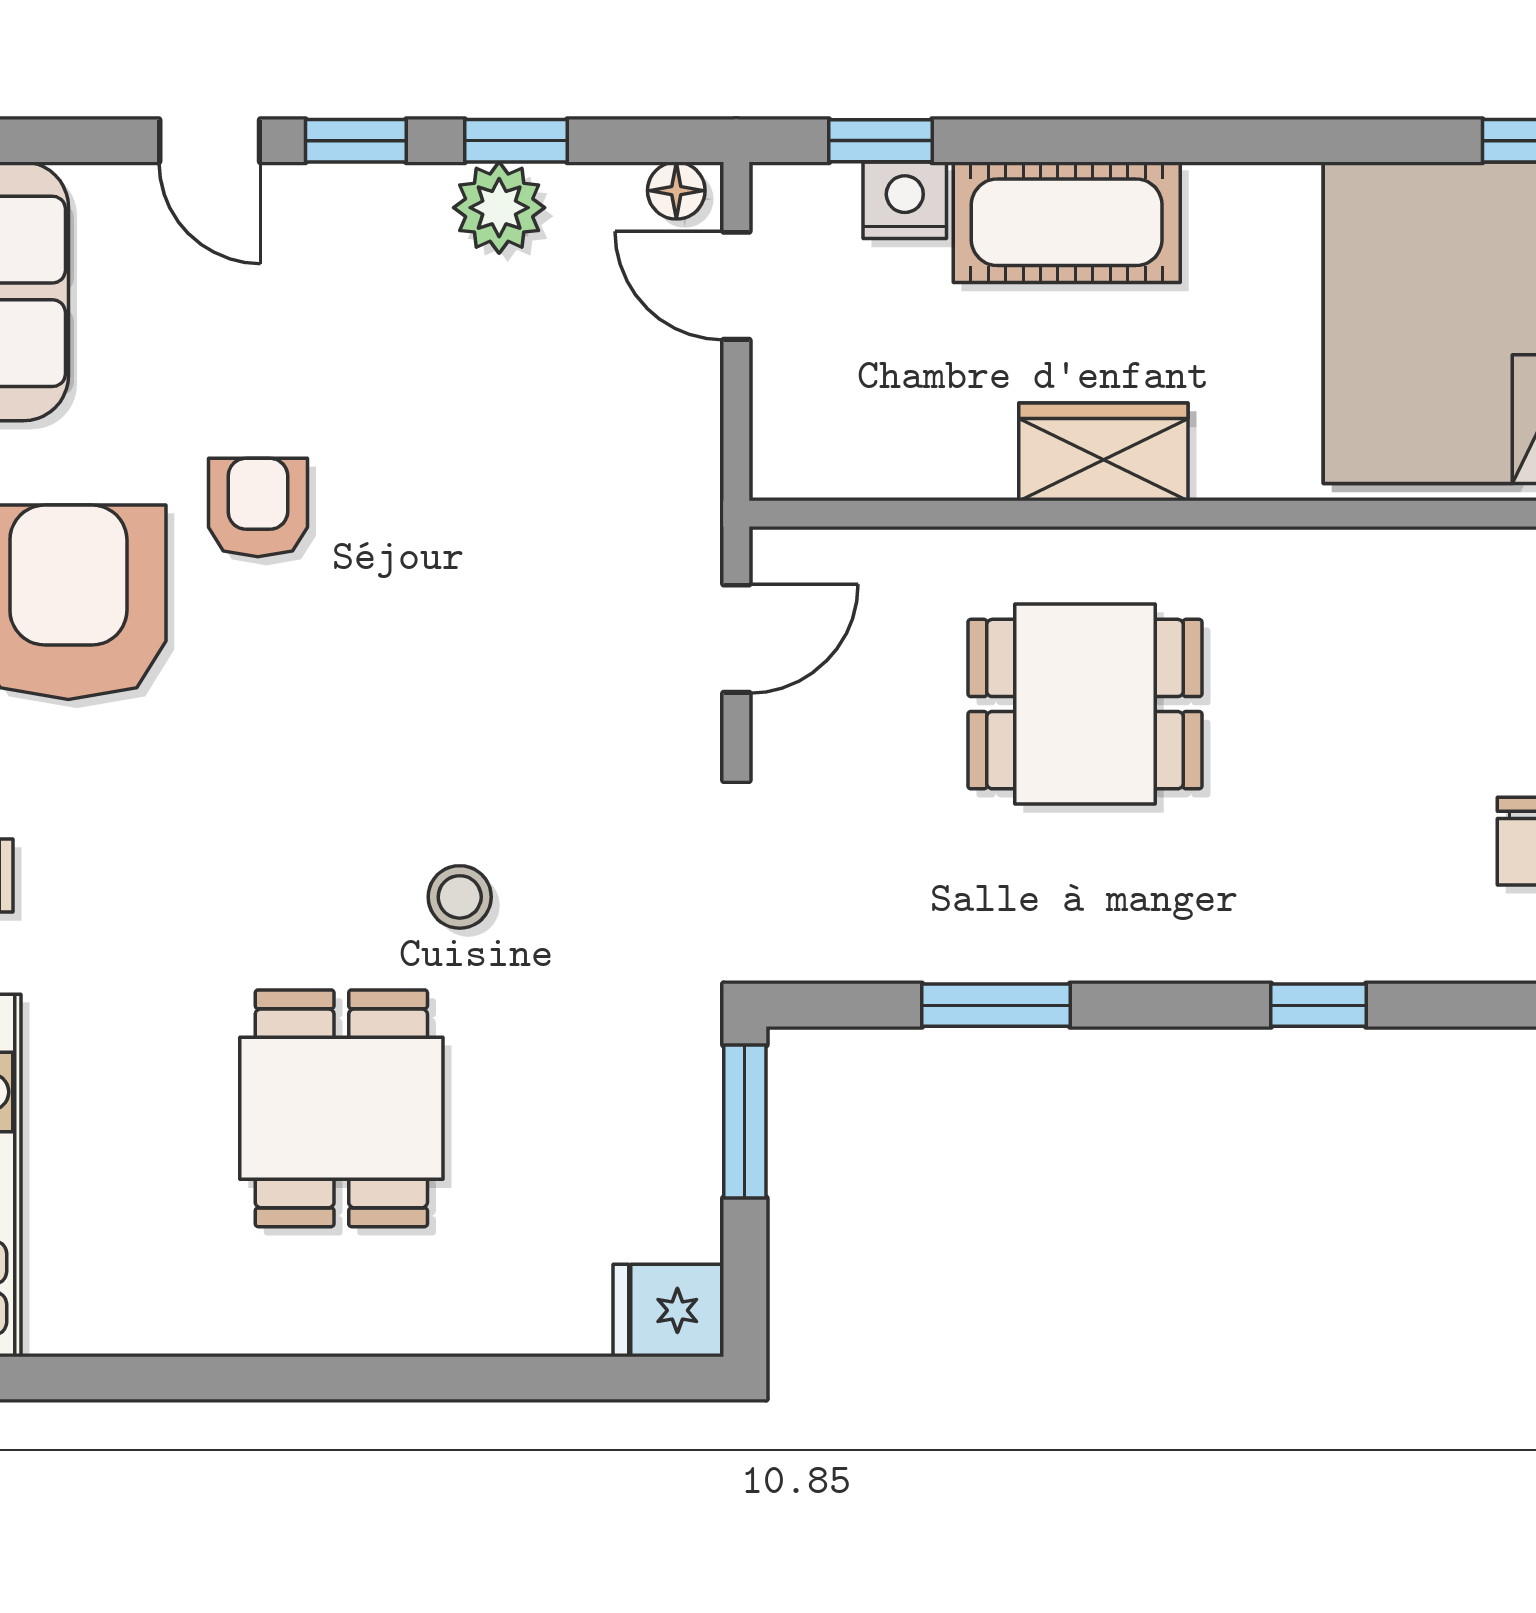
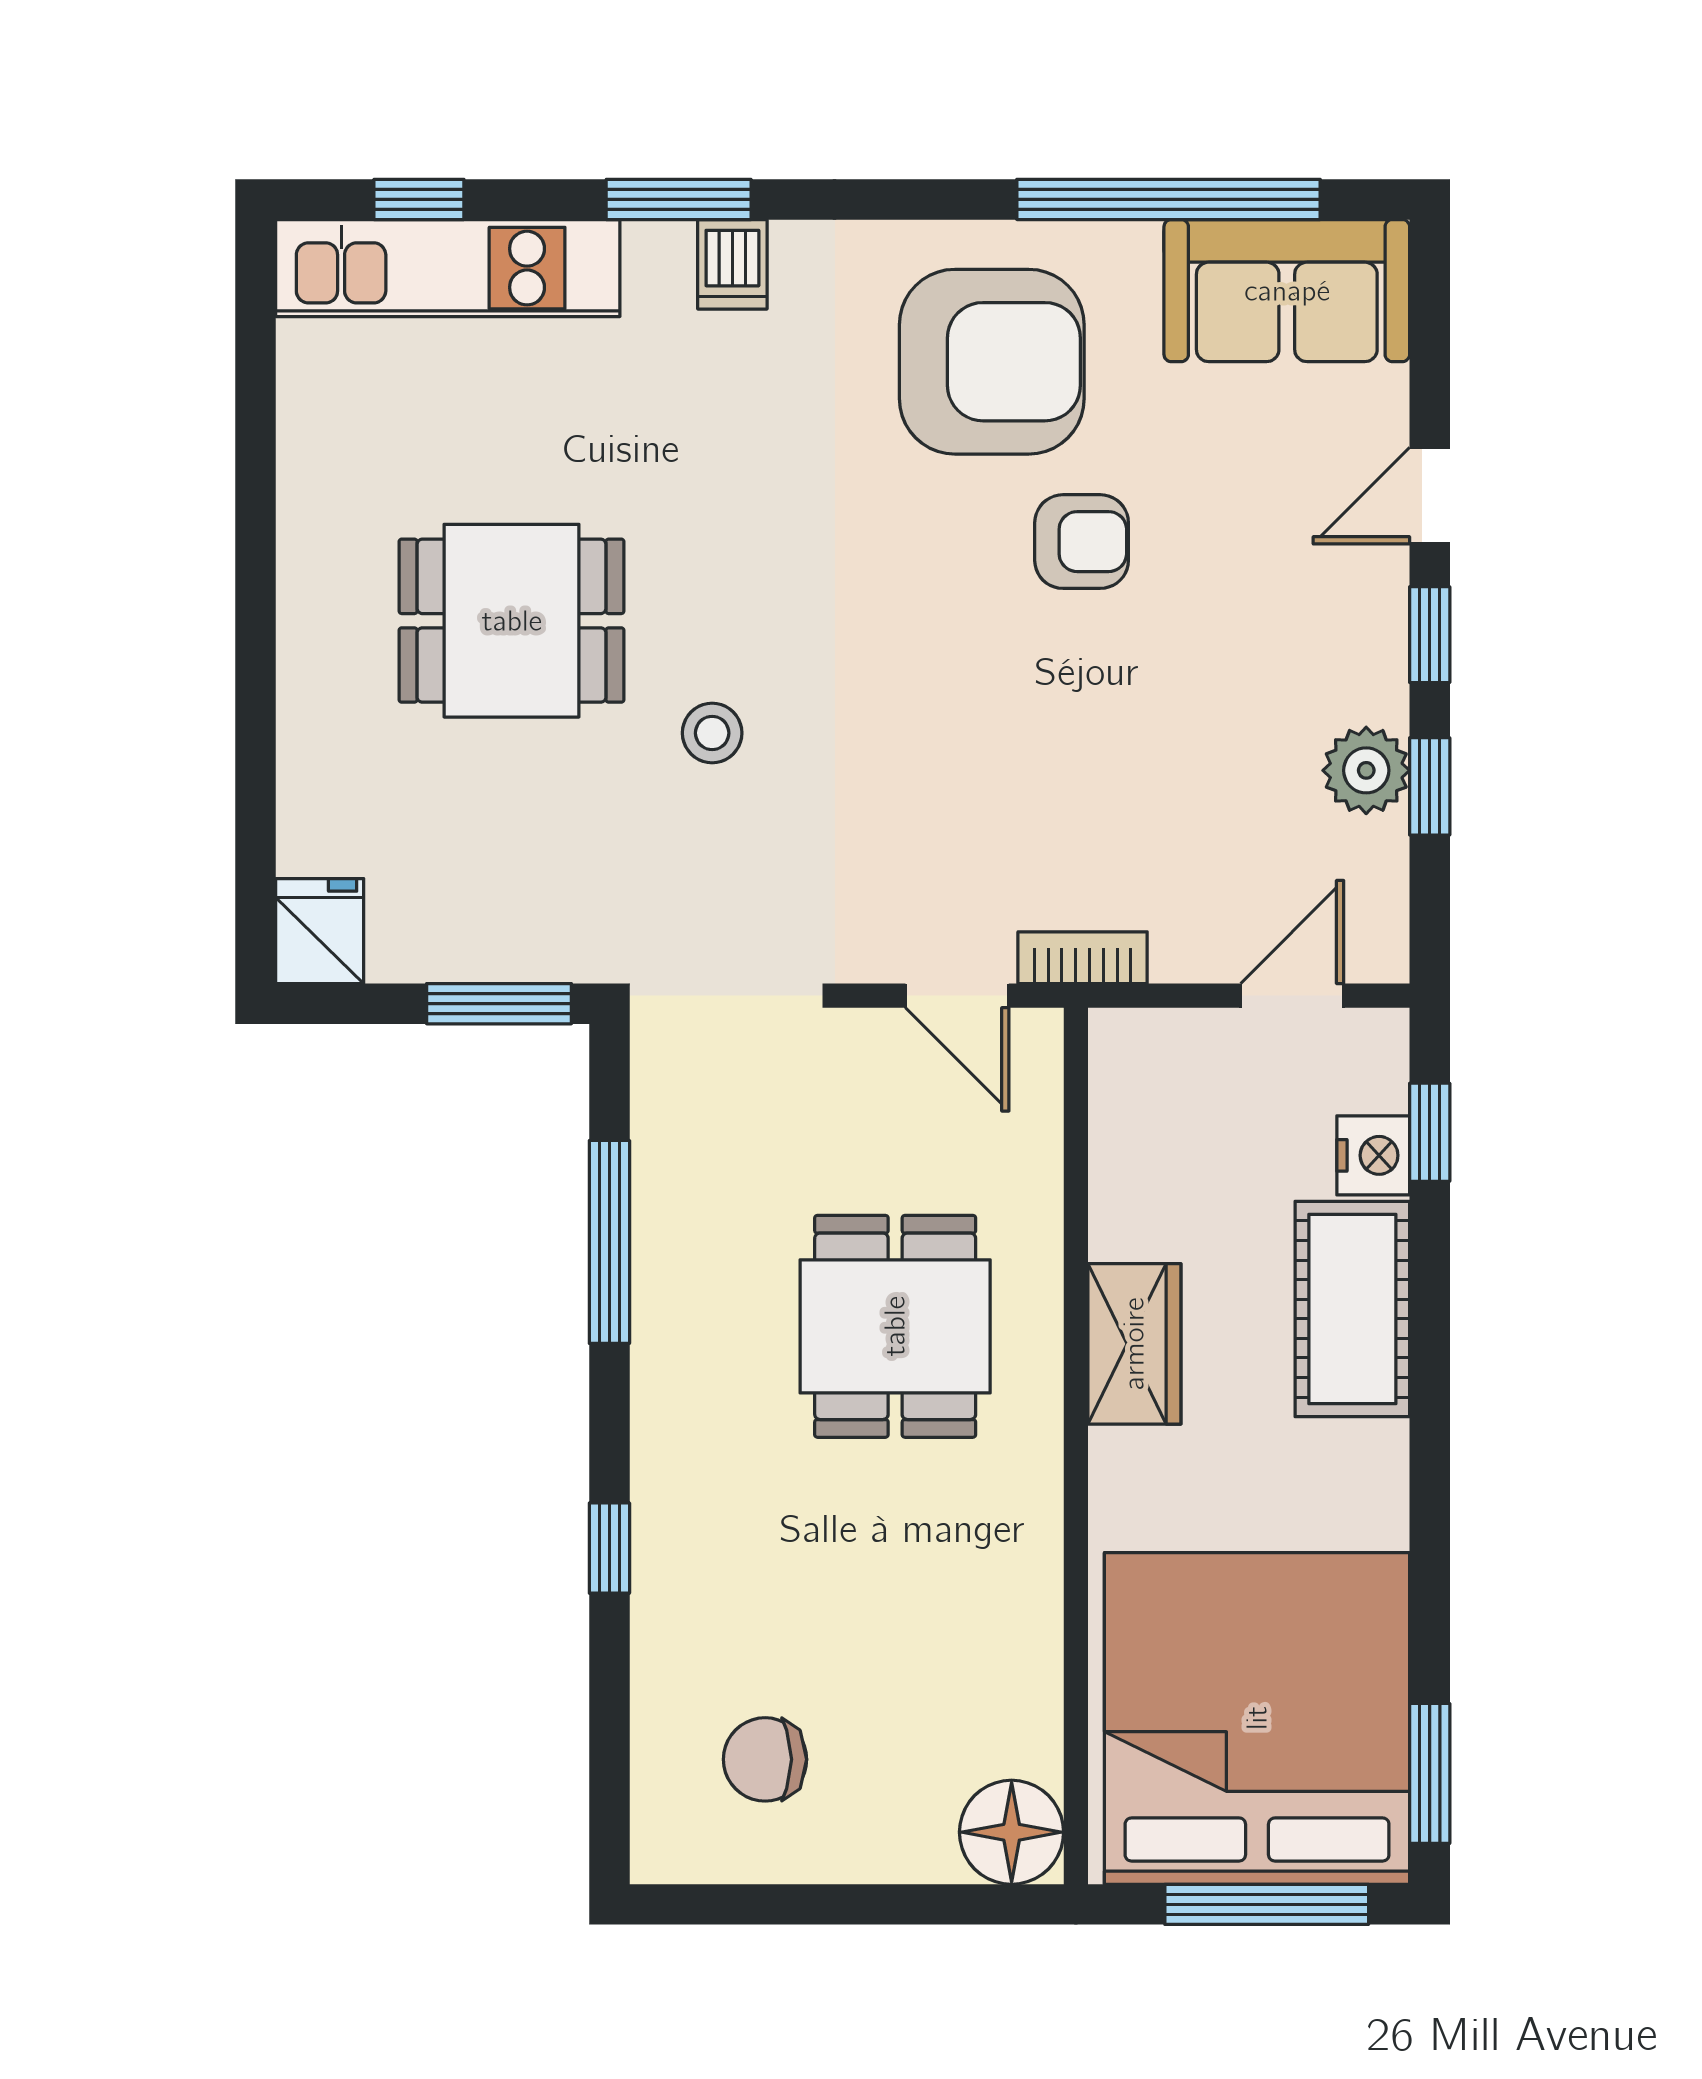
floor lamp: (676, 191) -> (1382, 939), removed
bookcase: (696, 507) -> (1083, 958), added
window: (996, 1005) -> (609, 1242), width x1.44

